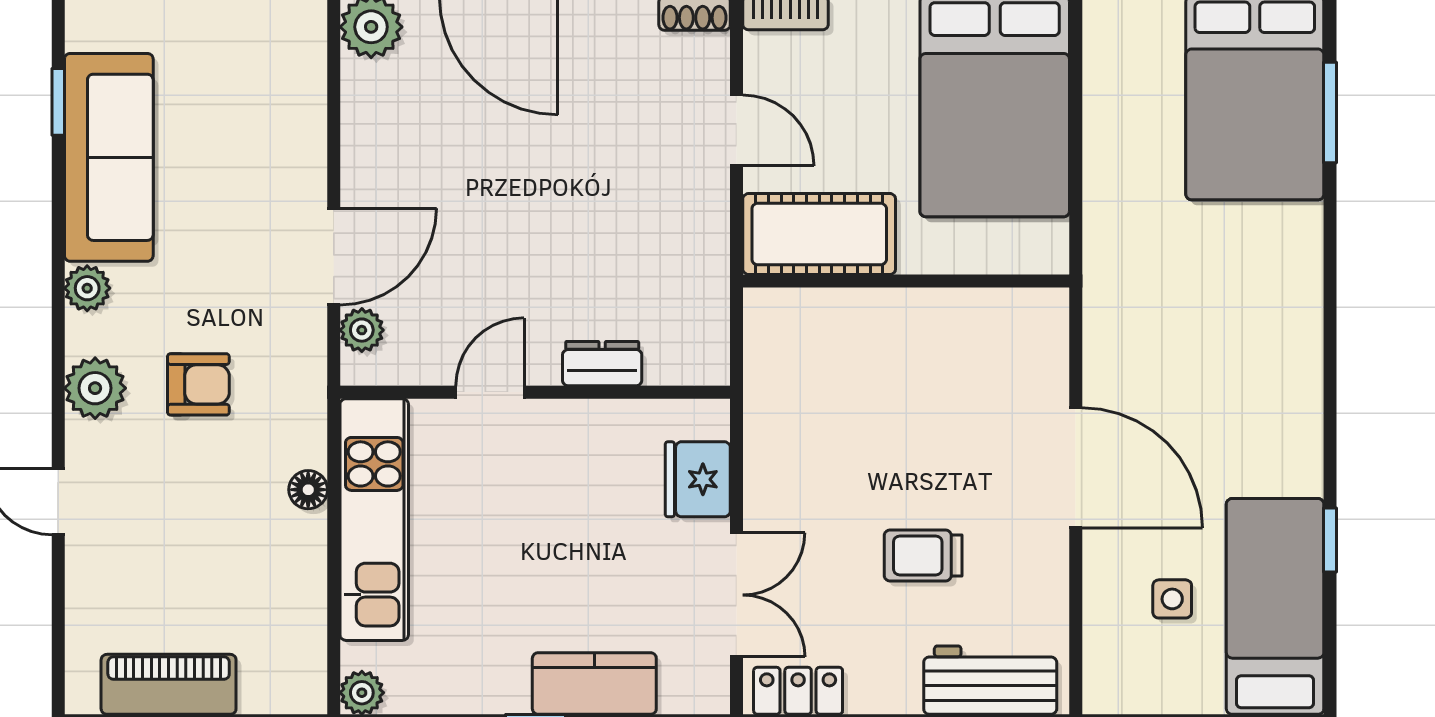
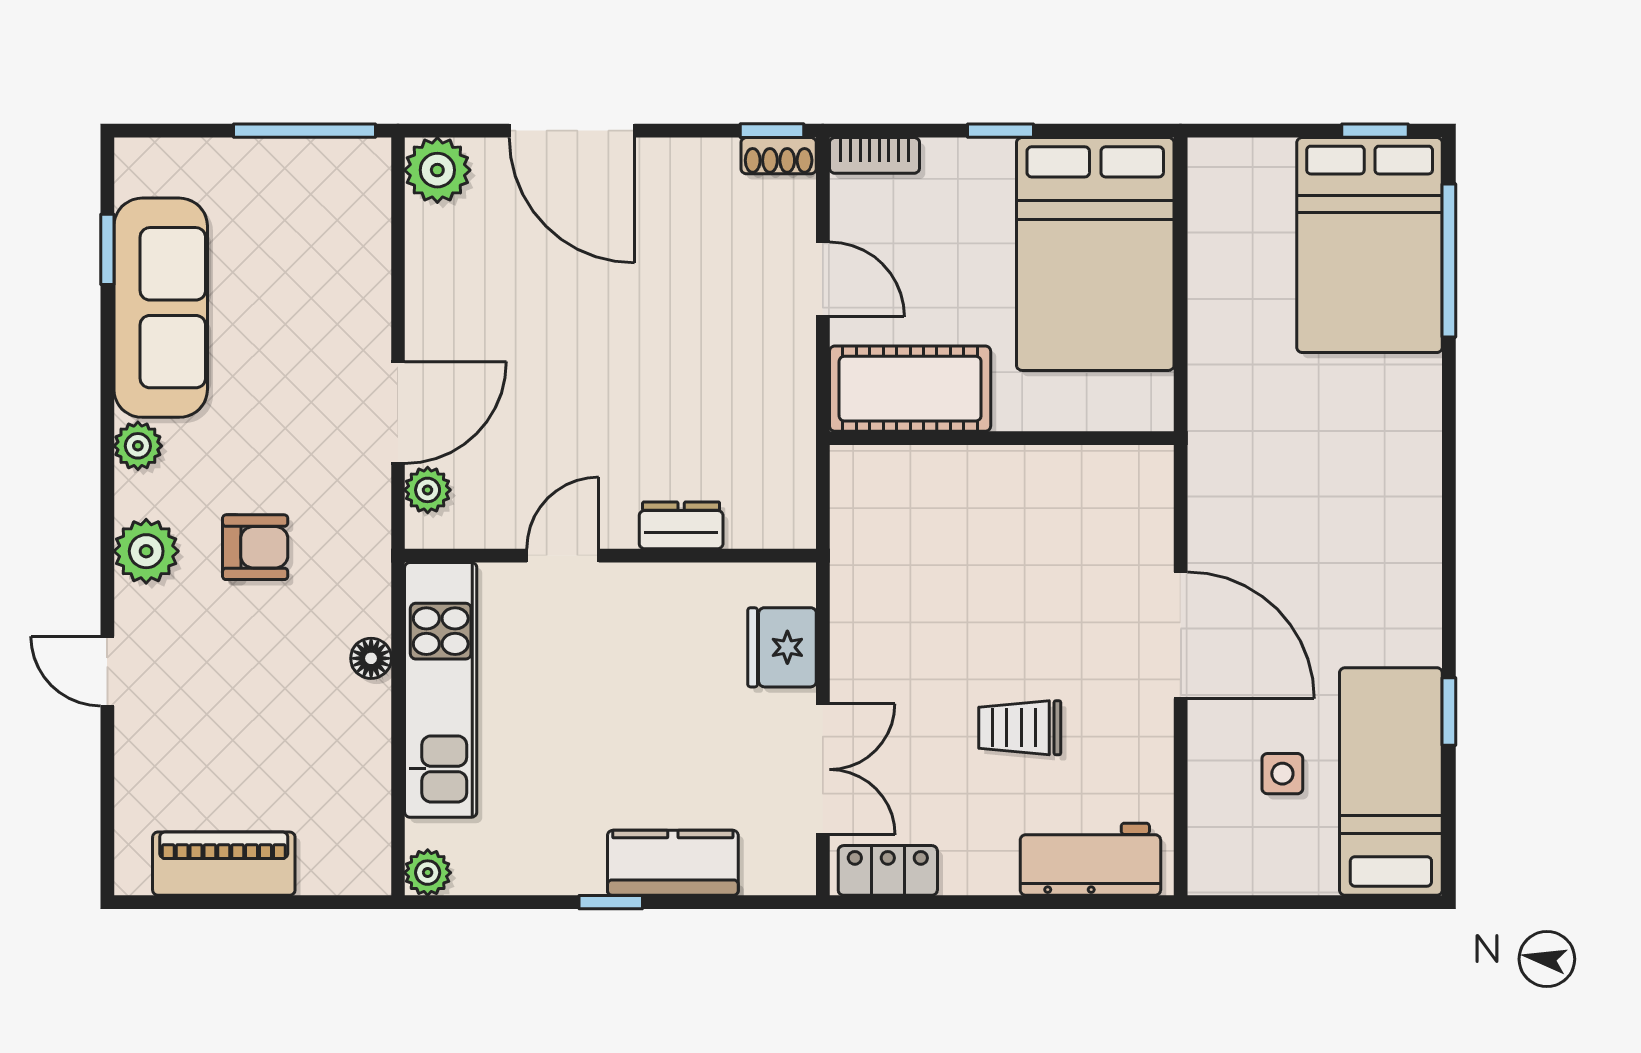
window: (1330, 113) -> (1449, 260), width x1.44

